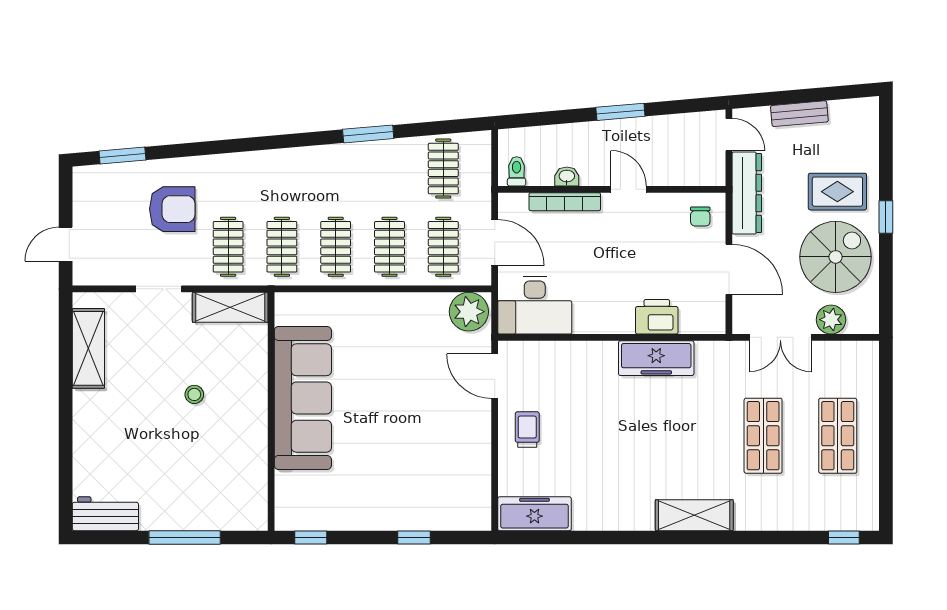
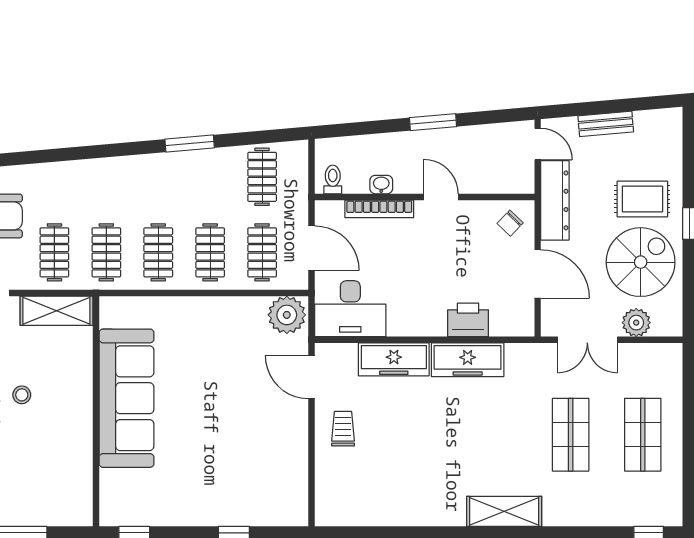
chair: (700, 217) -> (510, 223), turned 44
freezer: (534, 514) -> (394, 359), moved, turned 180

